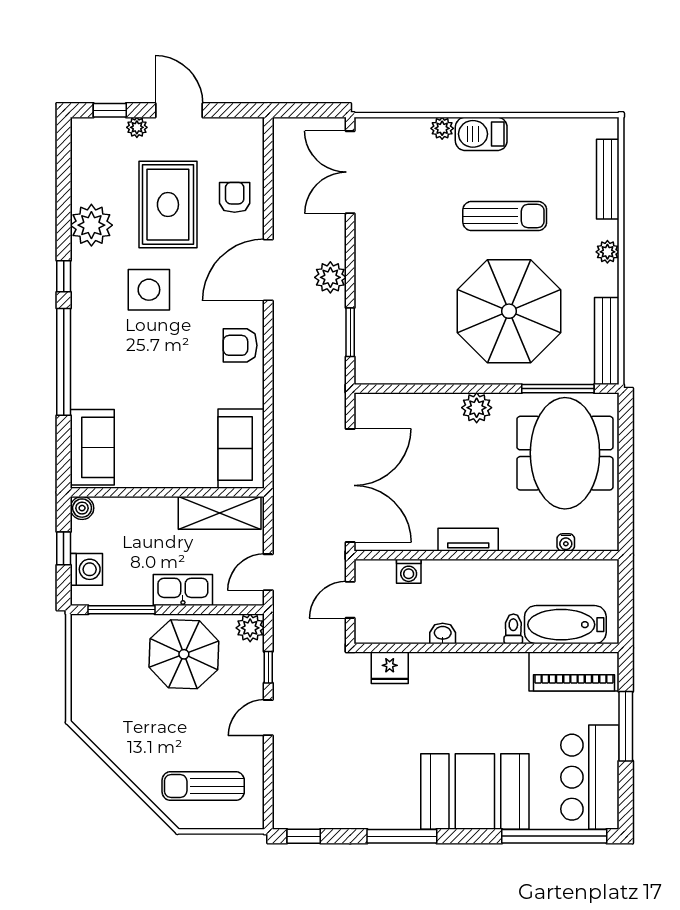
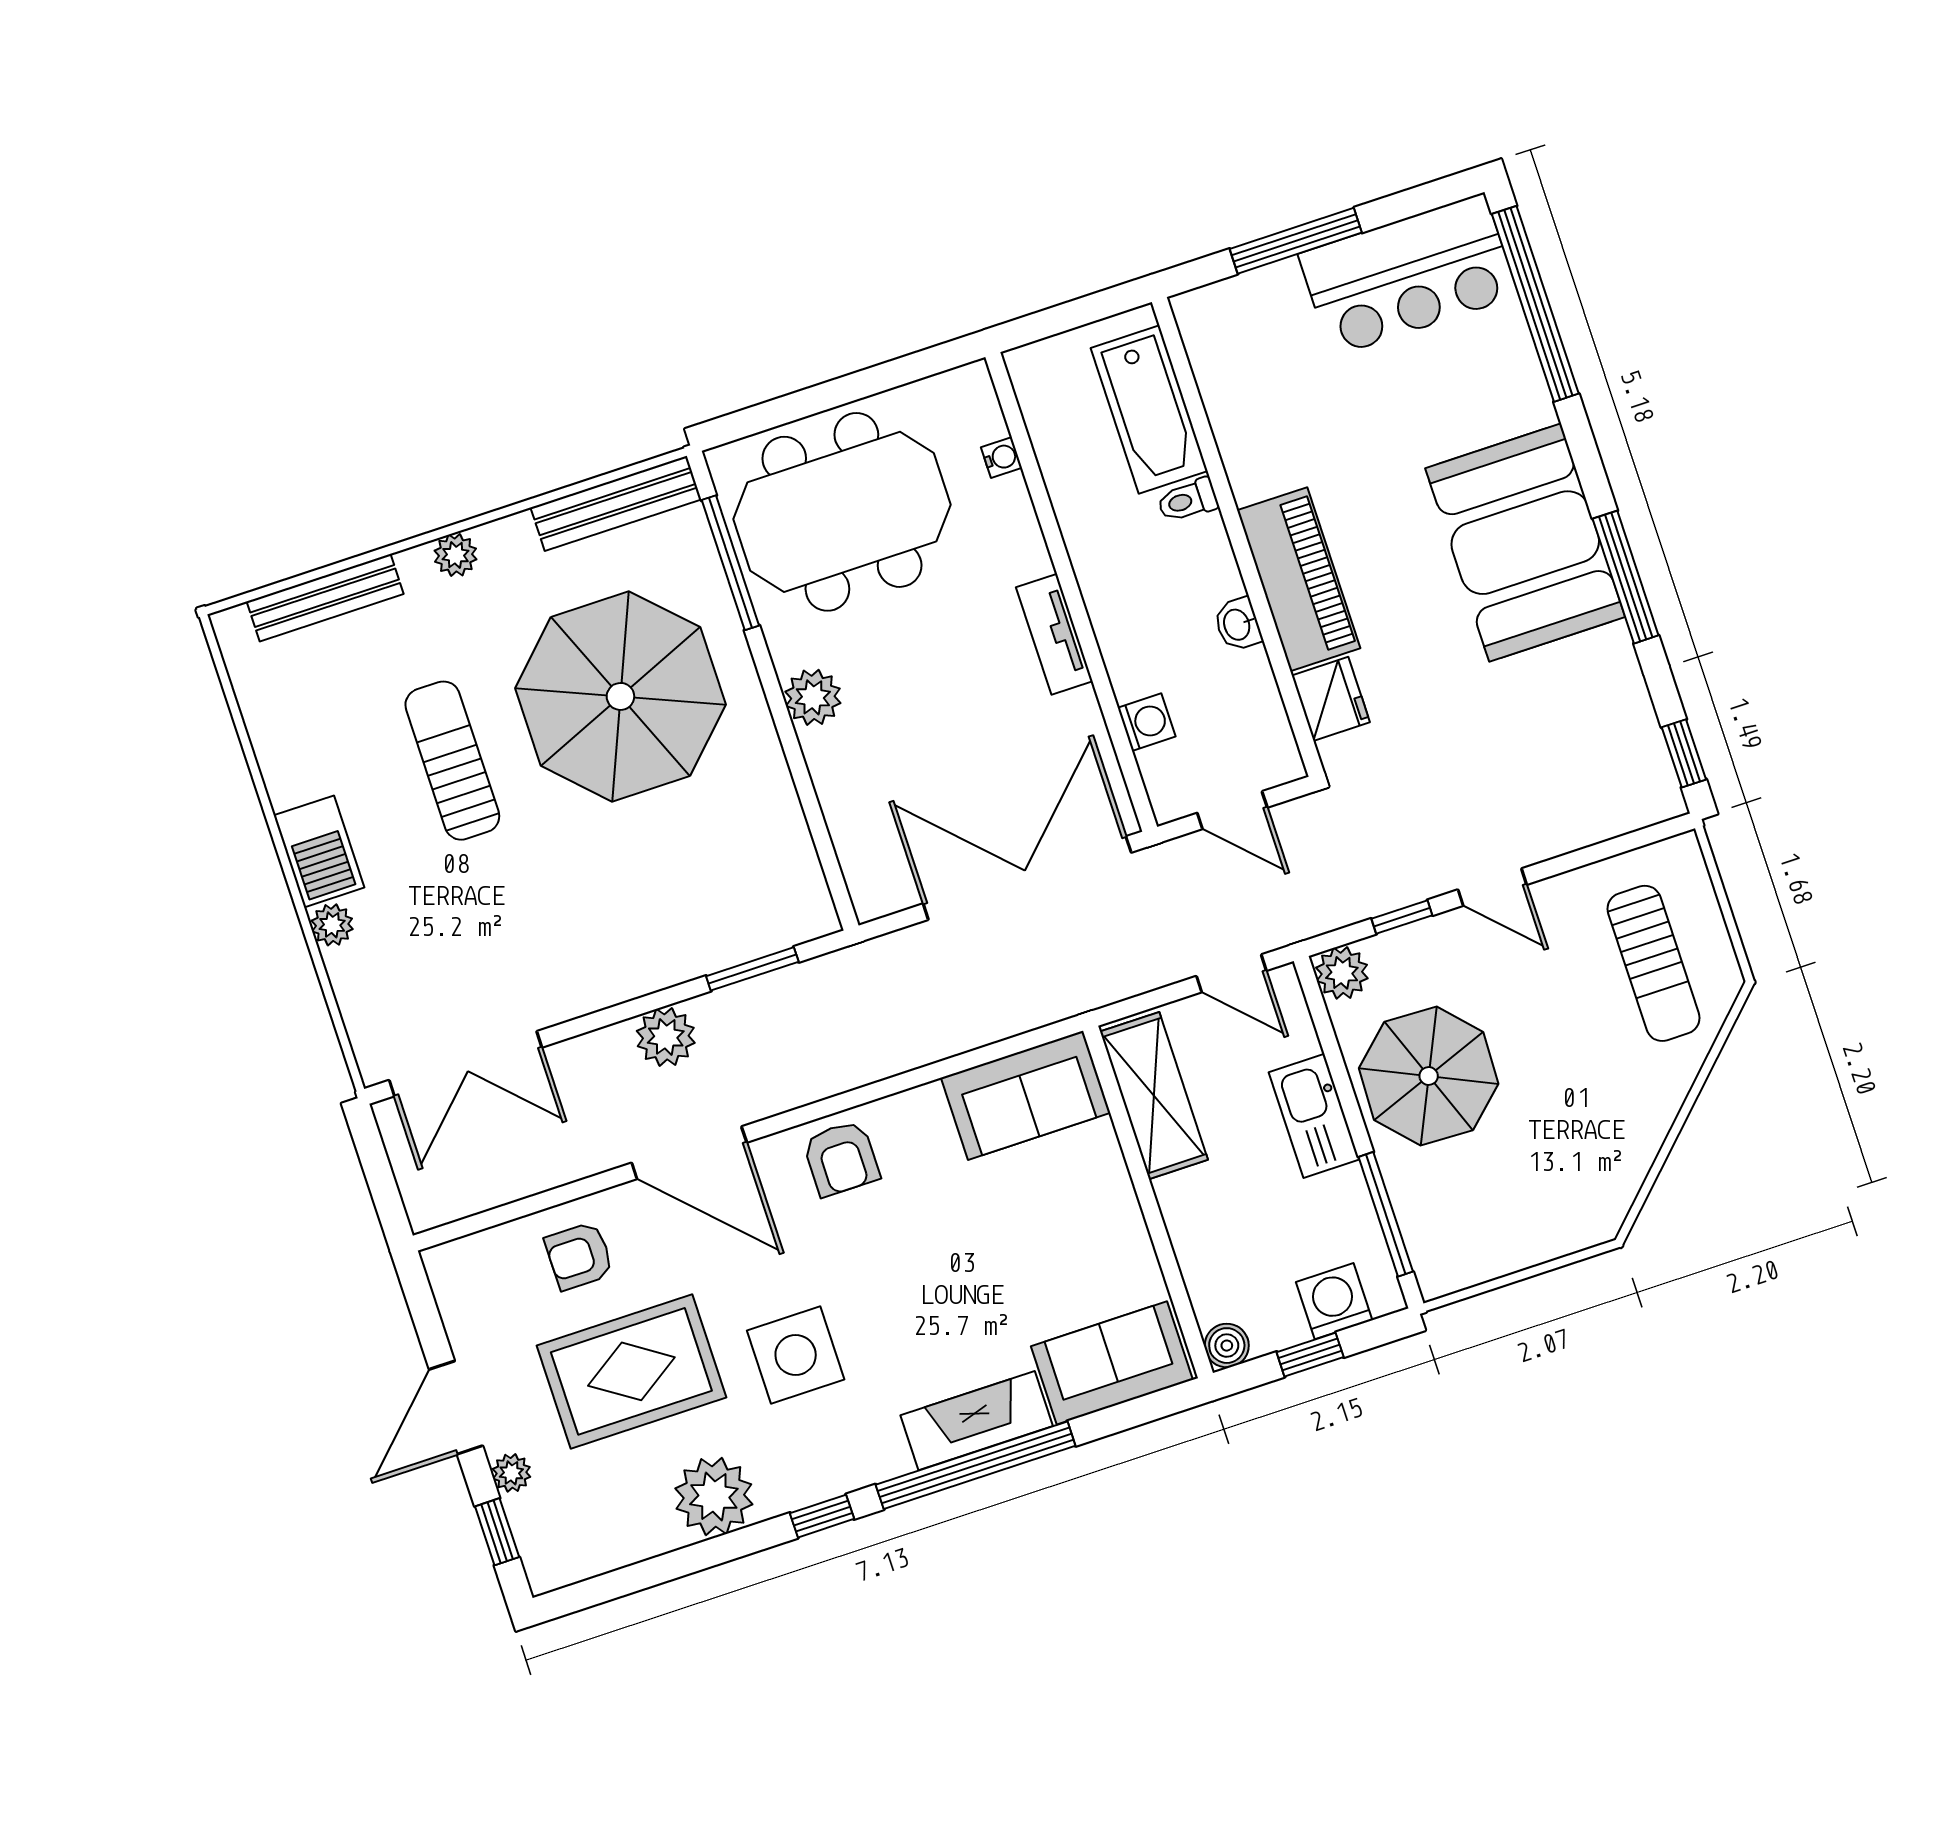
fireplace: (86, 370) -> (977, 1421), added
piano: (574, 672) -> (1299, 579), moved
booth: (475, 791) -> (1525, 543), moved

